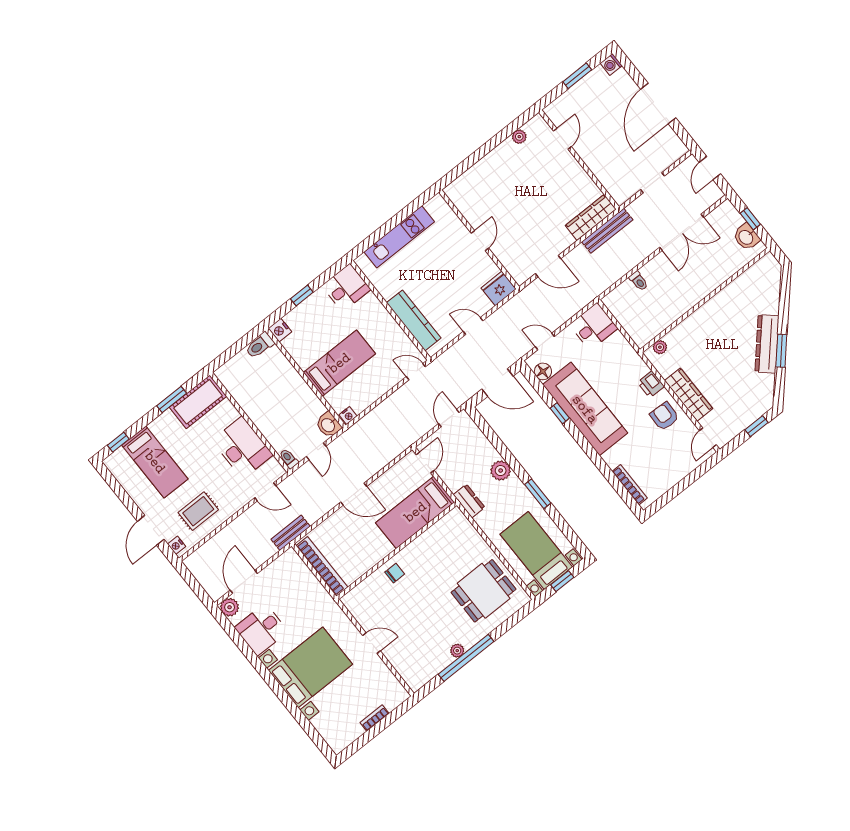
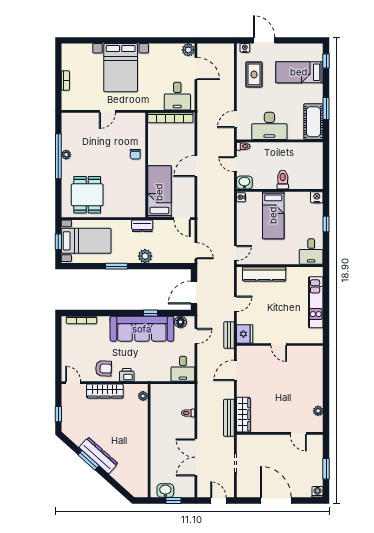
toilet: (260, 345) -> (283, 180), moved
bench: (291, 533) -> (229, 335), moved
desk: (261, 629) -> (177, 96), moved, turned 180

